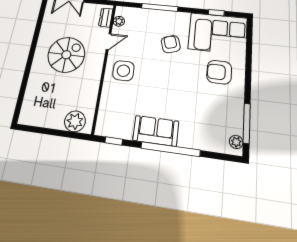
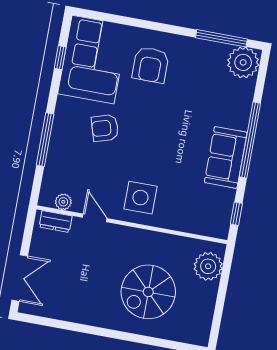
spiral stairs: (66, 55) -> (148, 292), moved, turned -90
plant: (236, 142) -> (243, 62), width x1.87, depth x1.87

